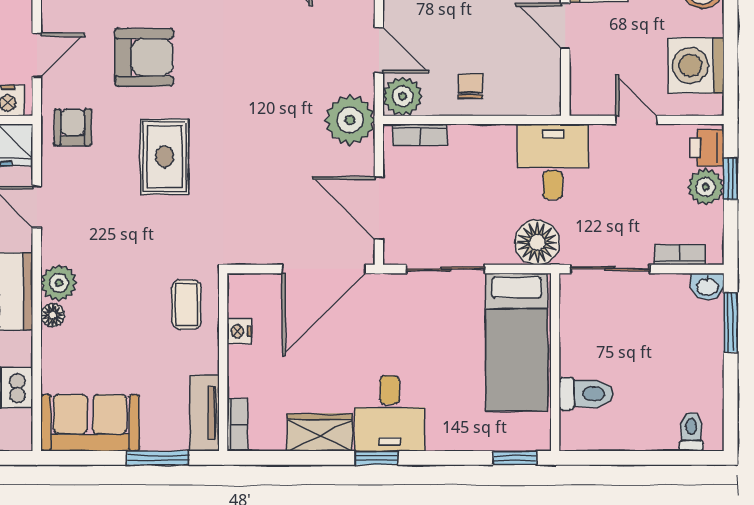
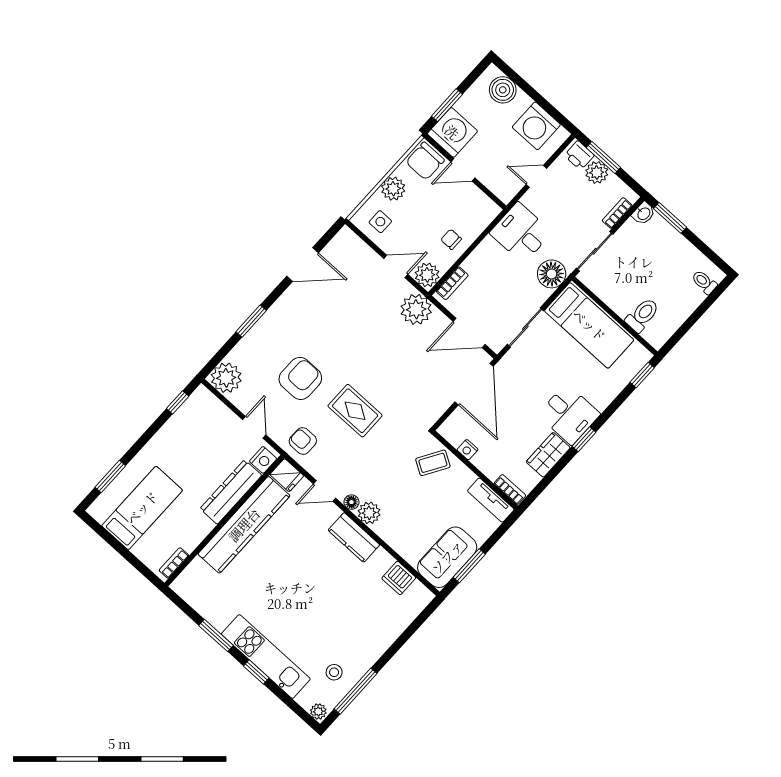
window: (731, 179) -> (603, 157), width x1.50
coffee table: (186, 305) -> (433, 463), turned -59
floor lamp: (53, 315) -> (351, 502), moved
window: (158, 458) -> (469, 566), moved

